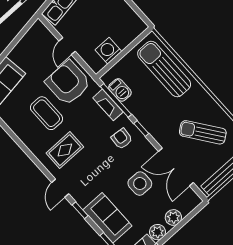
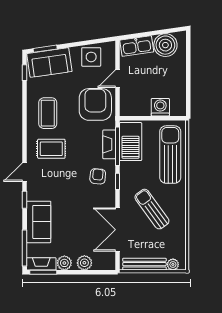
washing machine: (108, 51) -> (160, 107), moved
barbecue: (120, 90) -> (131, 142), width x1.88, depth x1.53
coffee table: (47, 113) -> (48, 113), moved
sun lounger: (203, 132) -> (152, 209), moved
side table: (140, 184) -> (91, 57), moved

